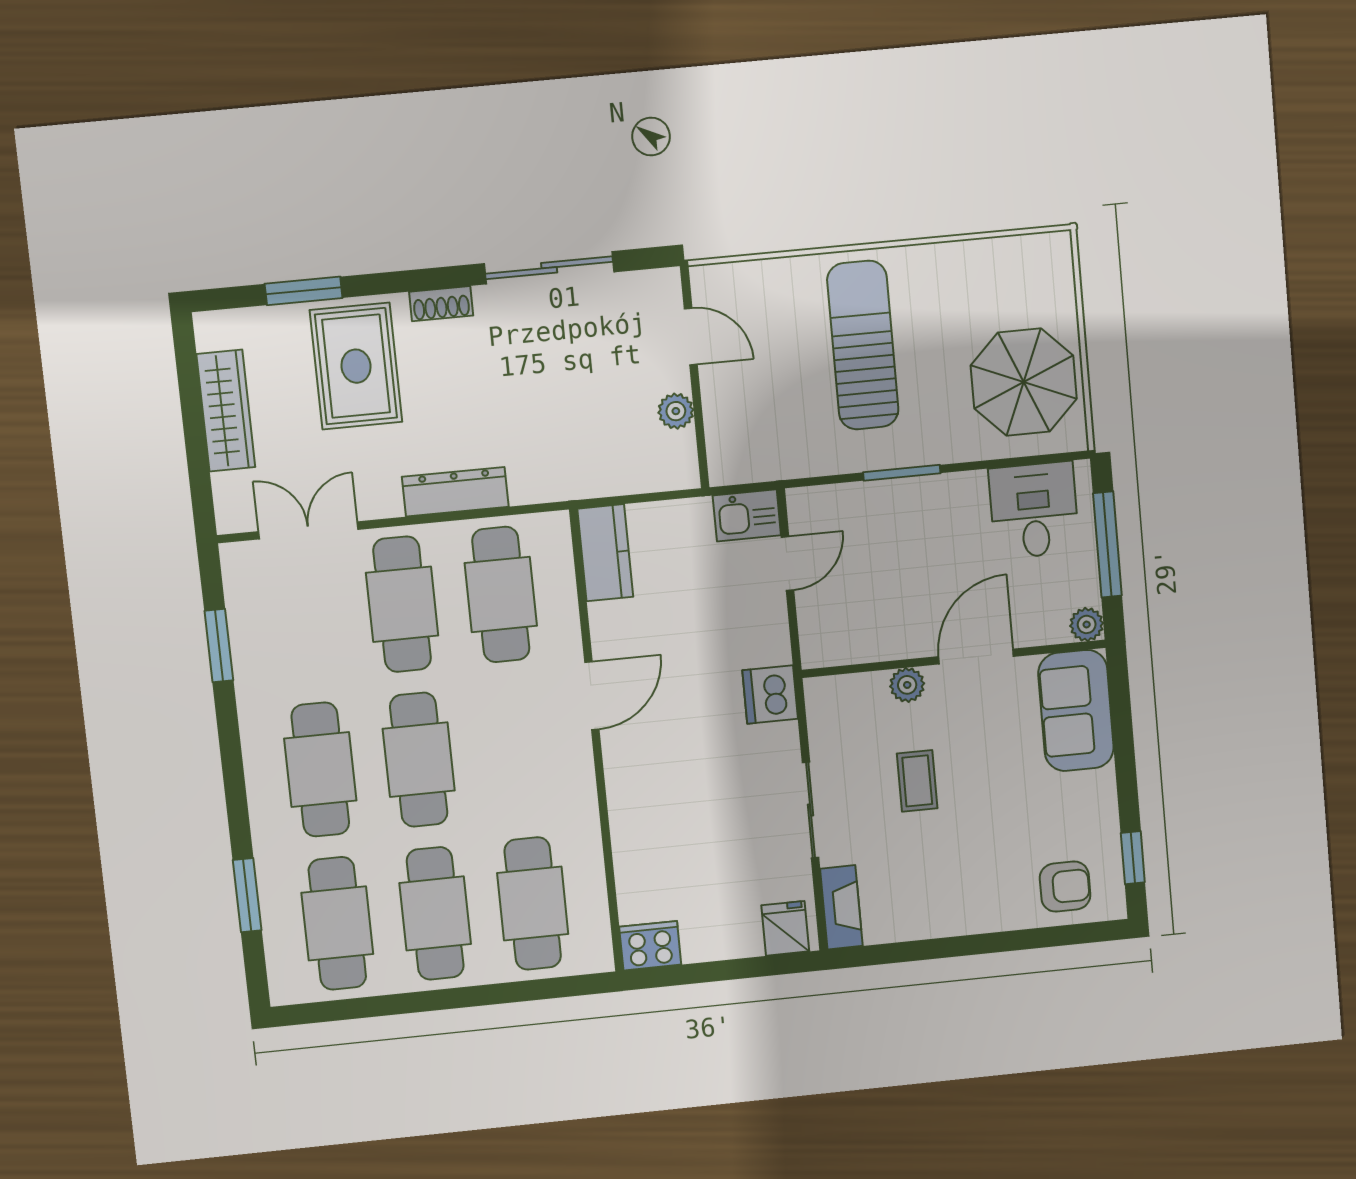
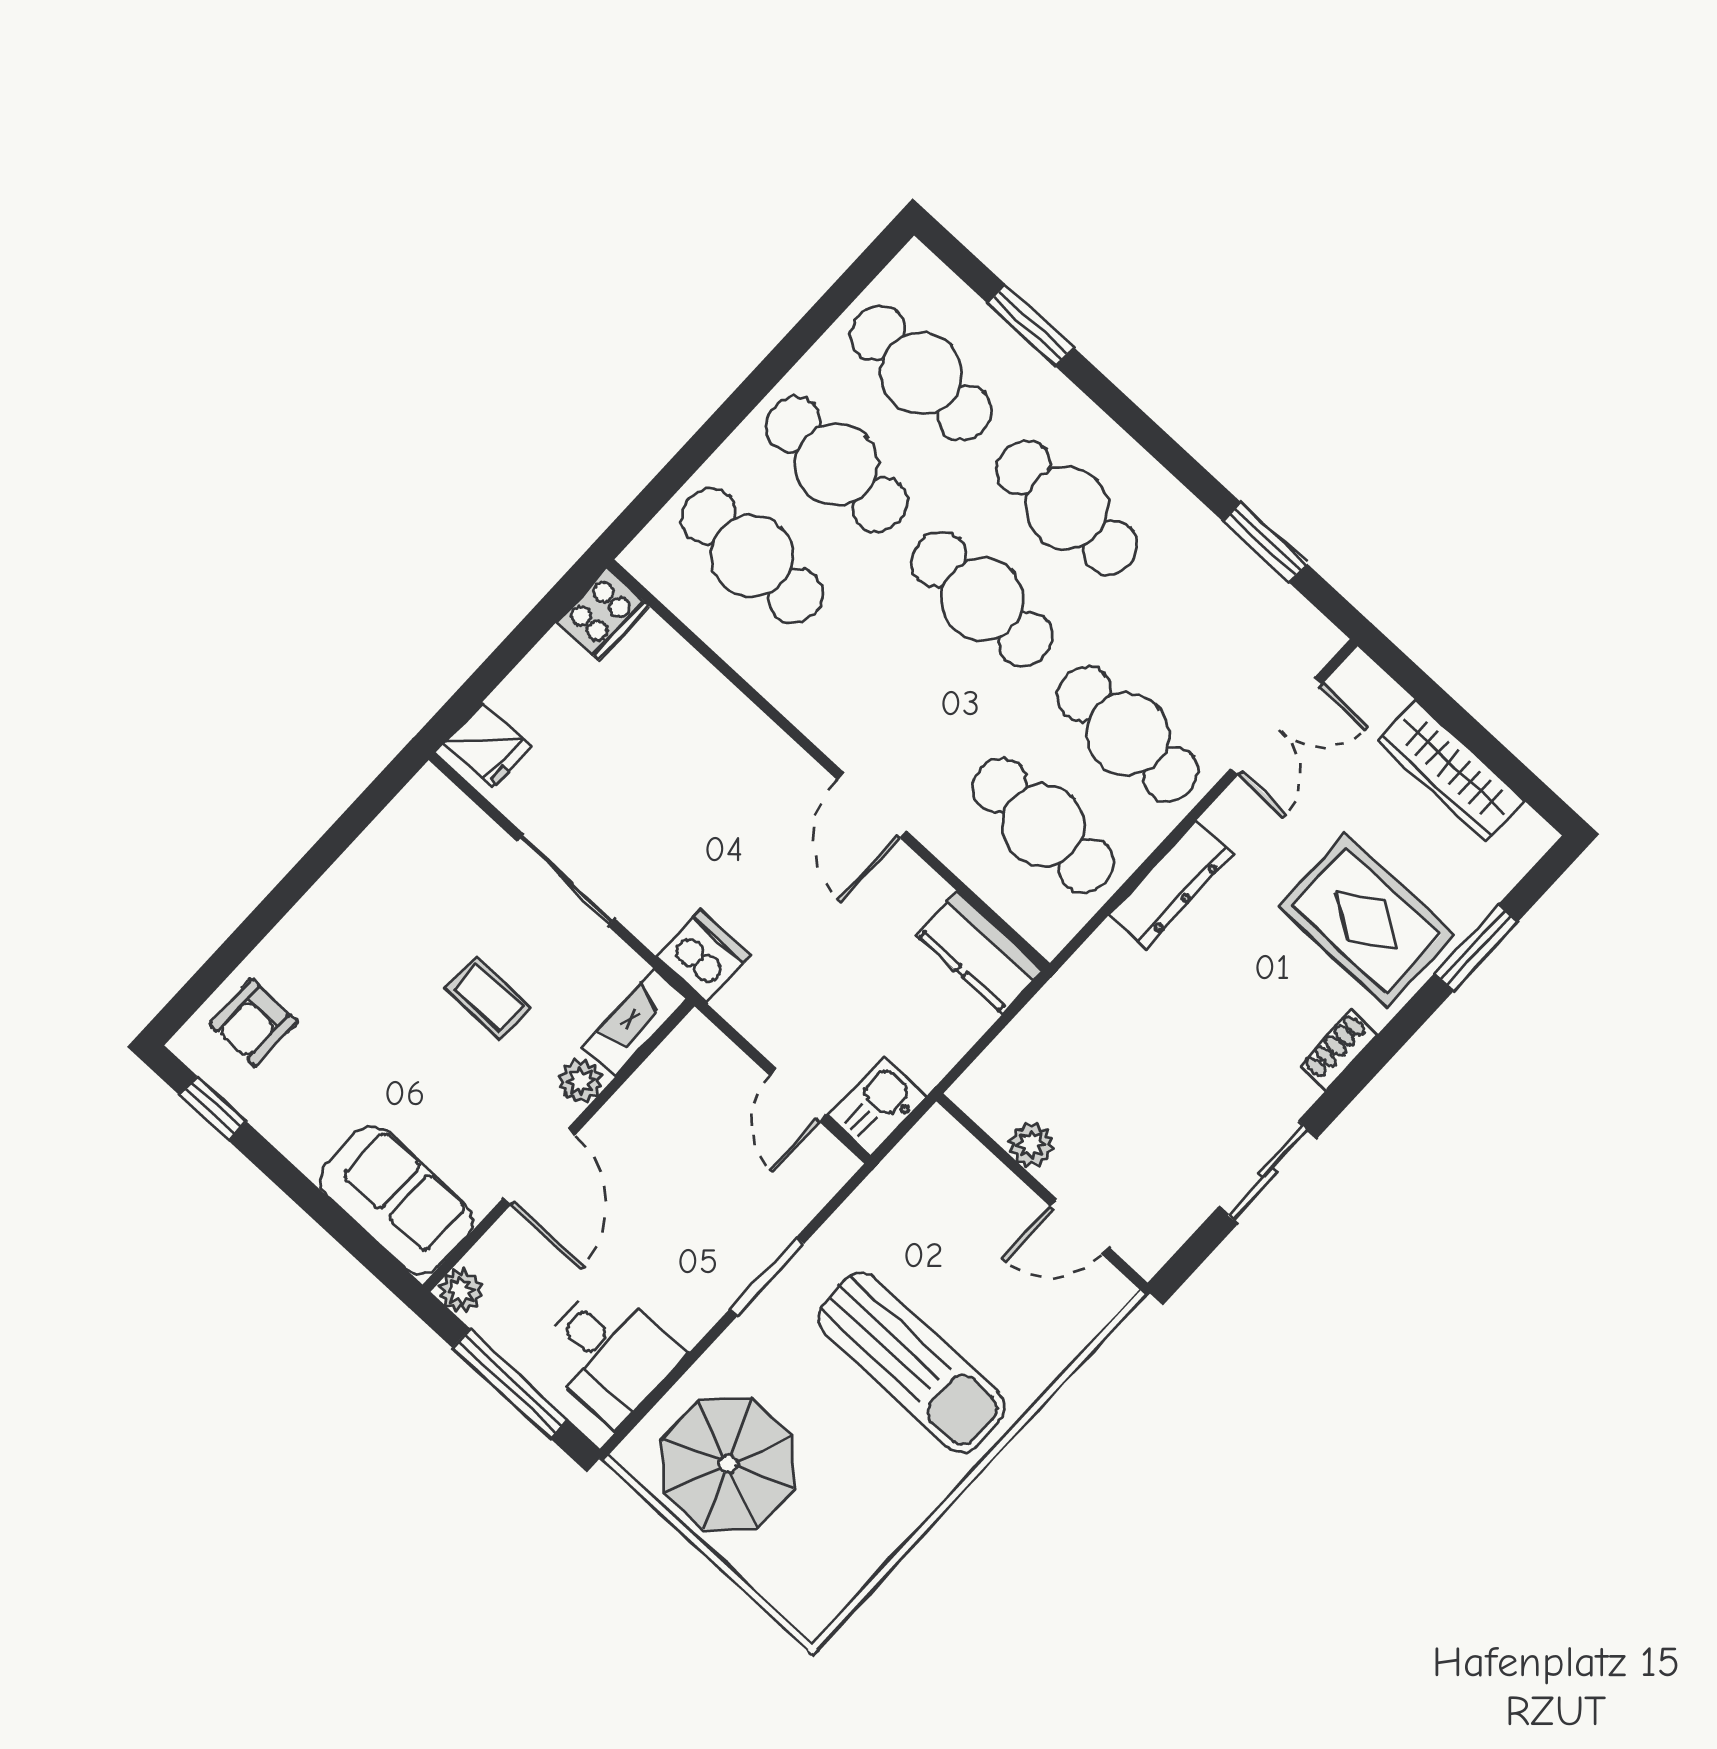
sliding door: (549, 268) -> (1268, 1172), width x0.73
fireplace: (841, 907) -> (634, 1023), moved, turned 90

